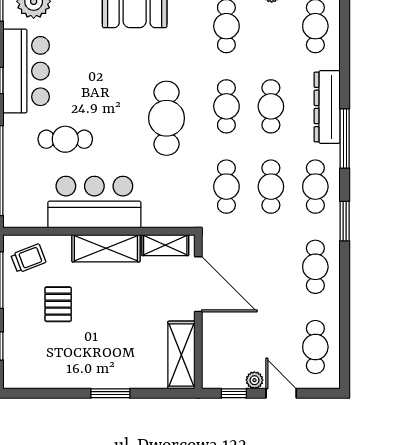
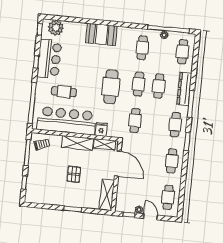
cafe table: (271, 187) -> (155, 123), removed
bar counter: (94, 202) -> (67, 121), width x1.36
fridge: (155, 213) -> (101, 129), added
pallet: (58, 304) -> (74, 174), moved

